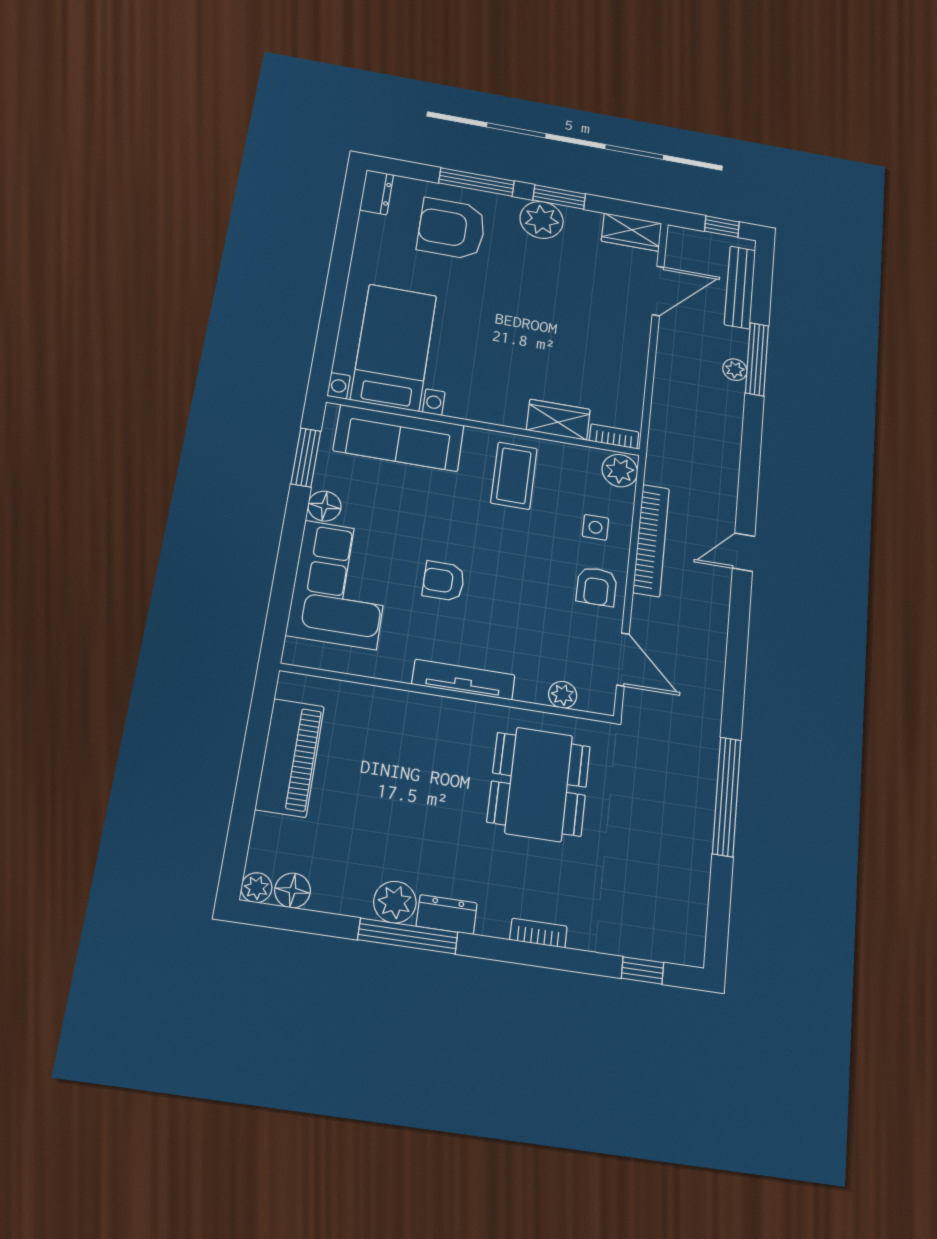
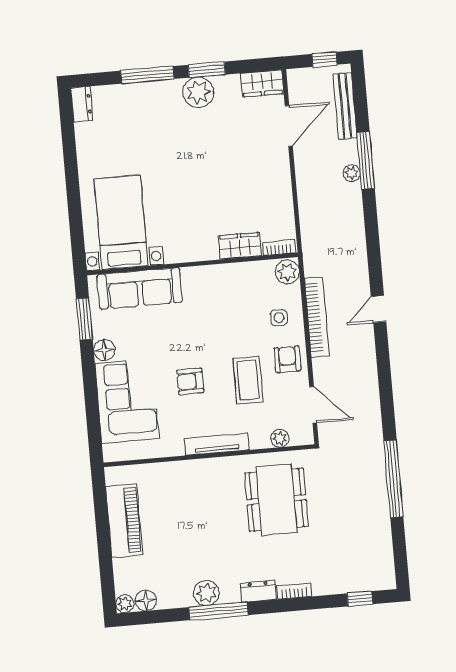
armchair: (452, 229) -> (139, 118), removed
coffee table: (514, 476) -> (248, 380), moved
armchair: (596, 587) -> (287, 359), turned 180
dresser: (447, 915) -> (258, 591), moved

